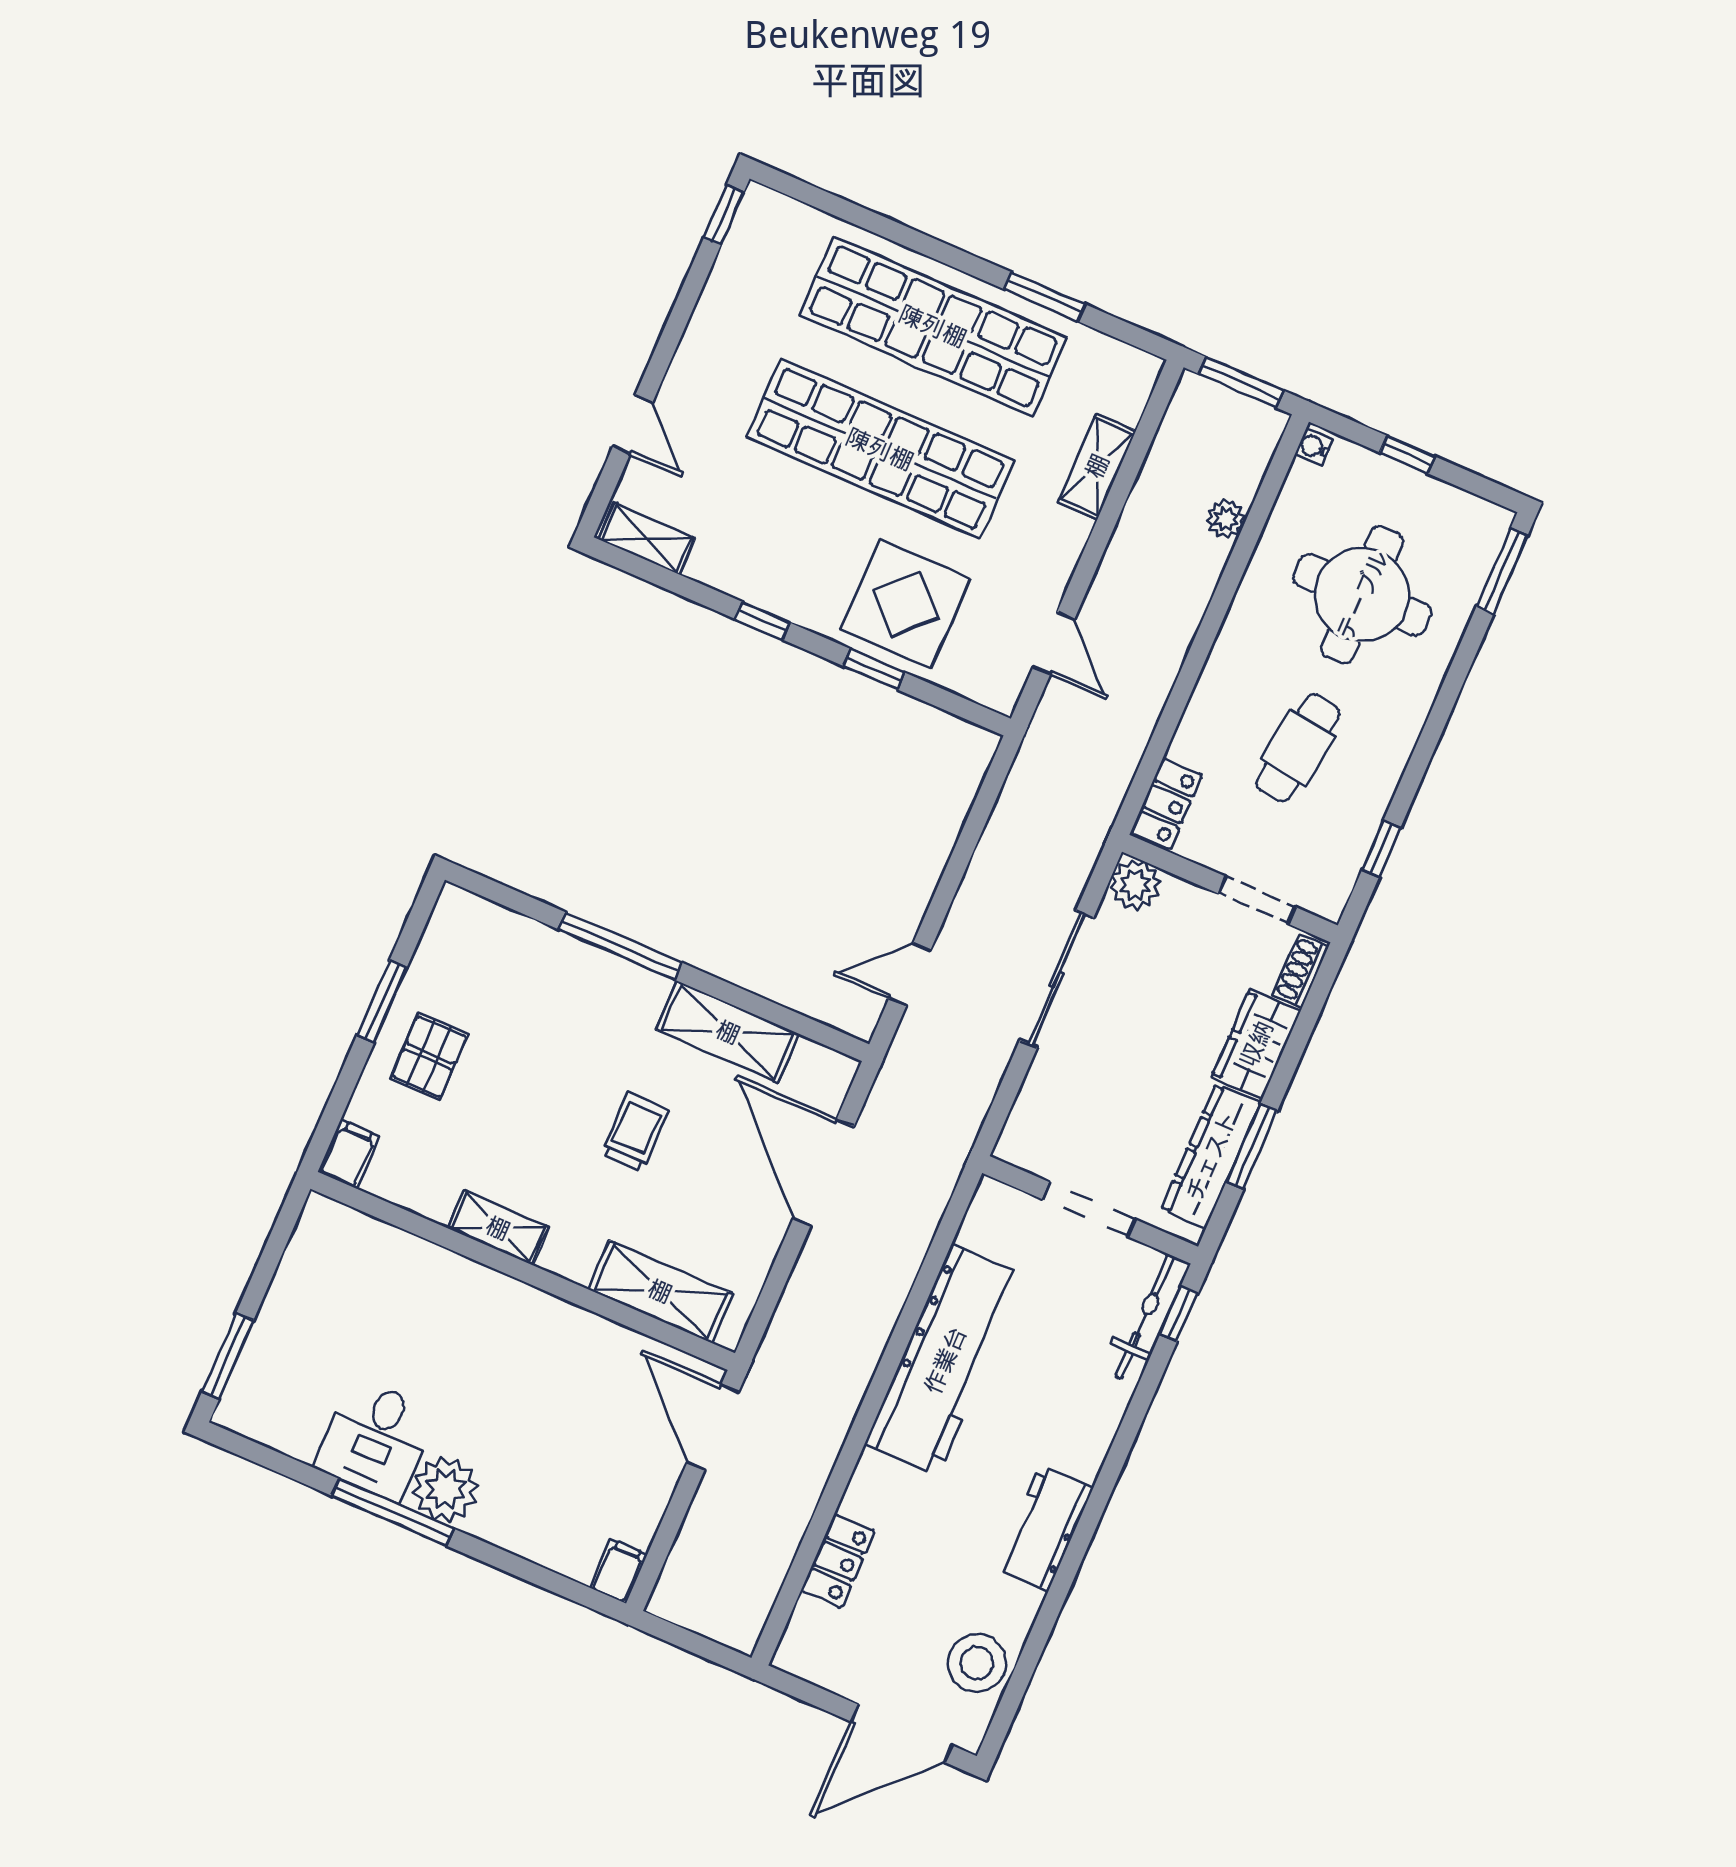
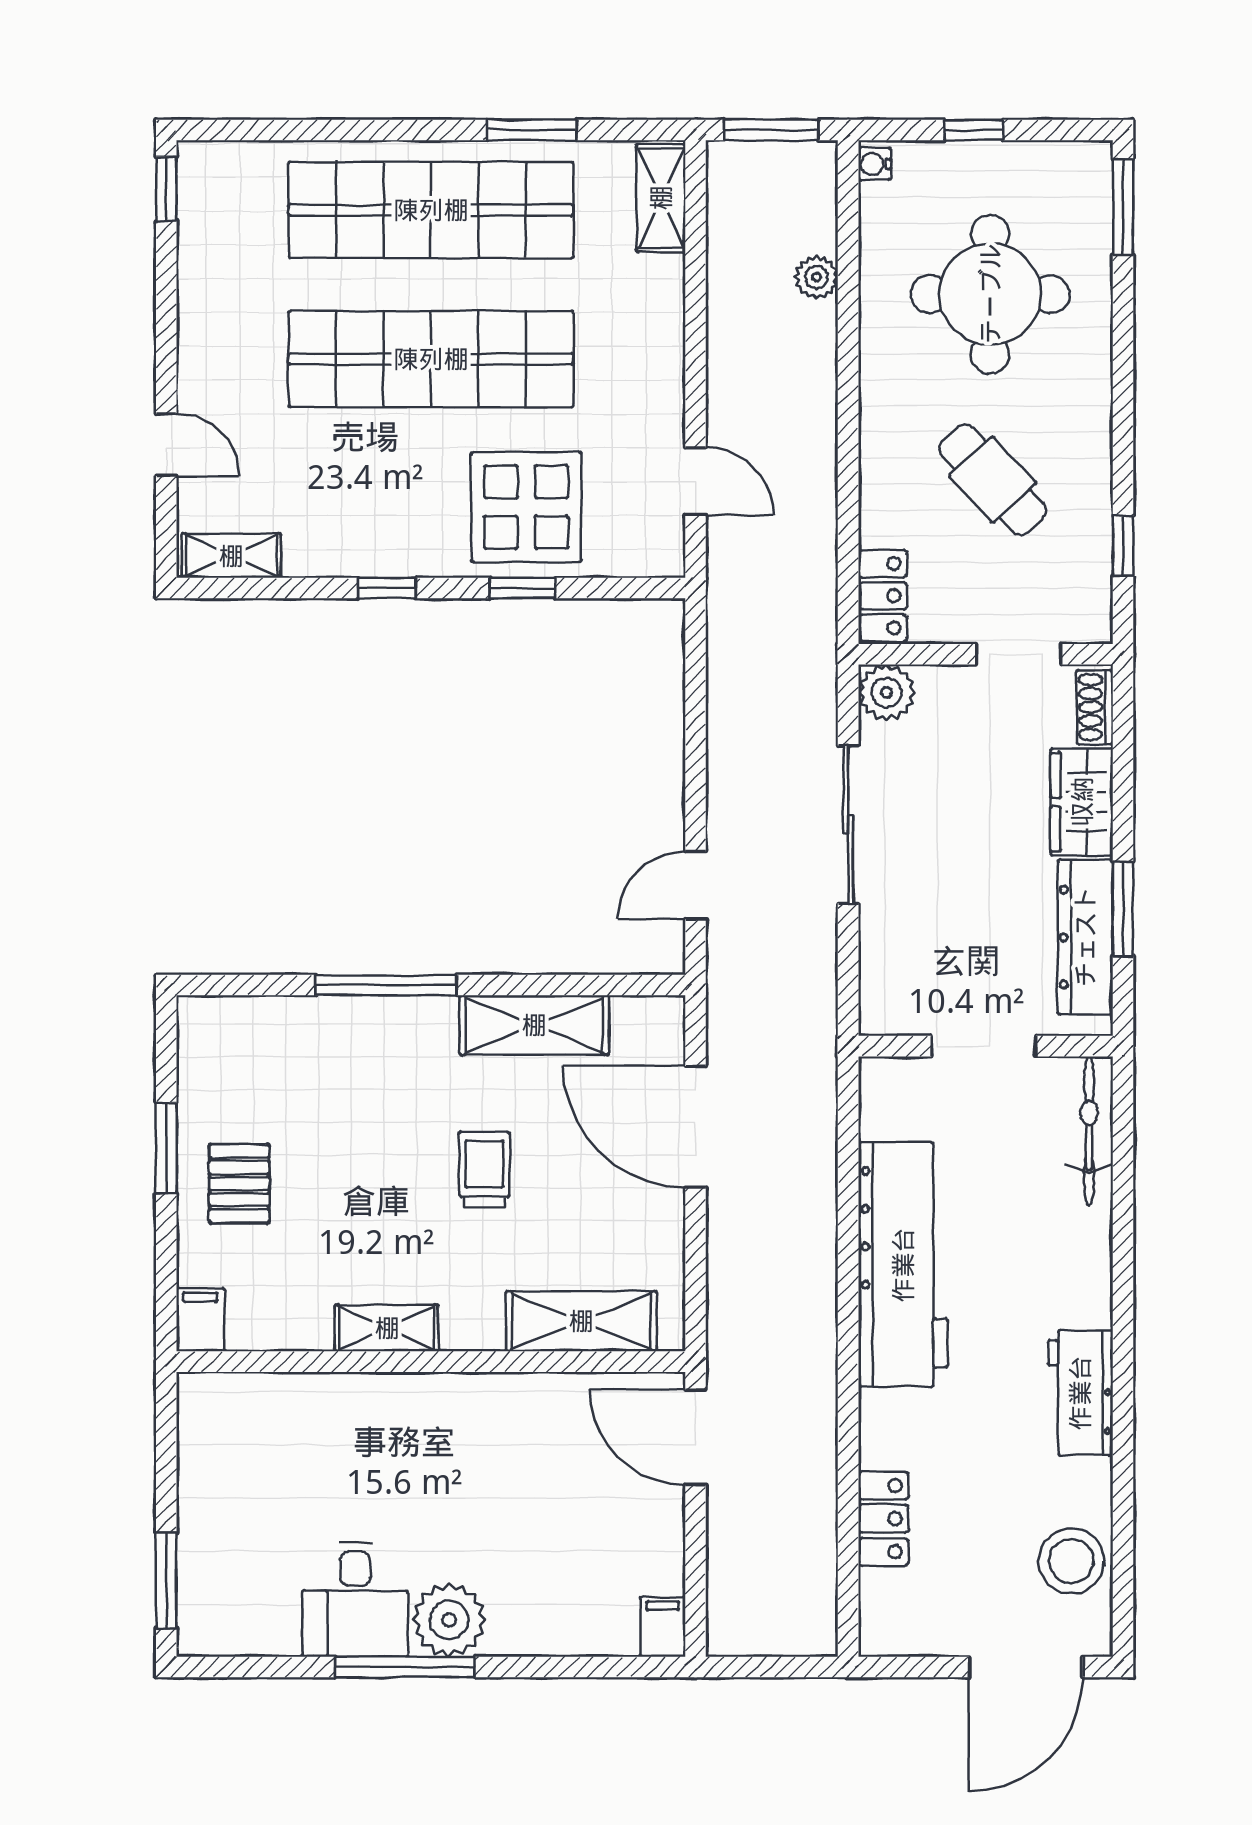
shelving: (1097, 466) -> (661, 198), moved
cafe table: (1298, 748) -> (993, 480), turned -51
window: (1179, 1314) -> (1123, 1113), removed

